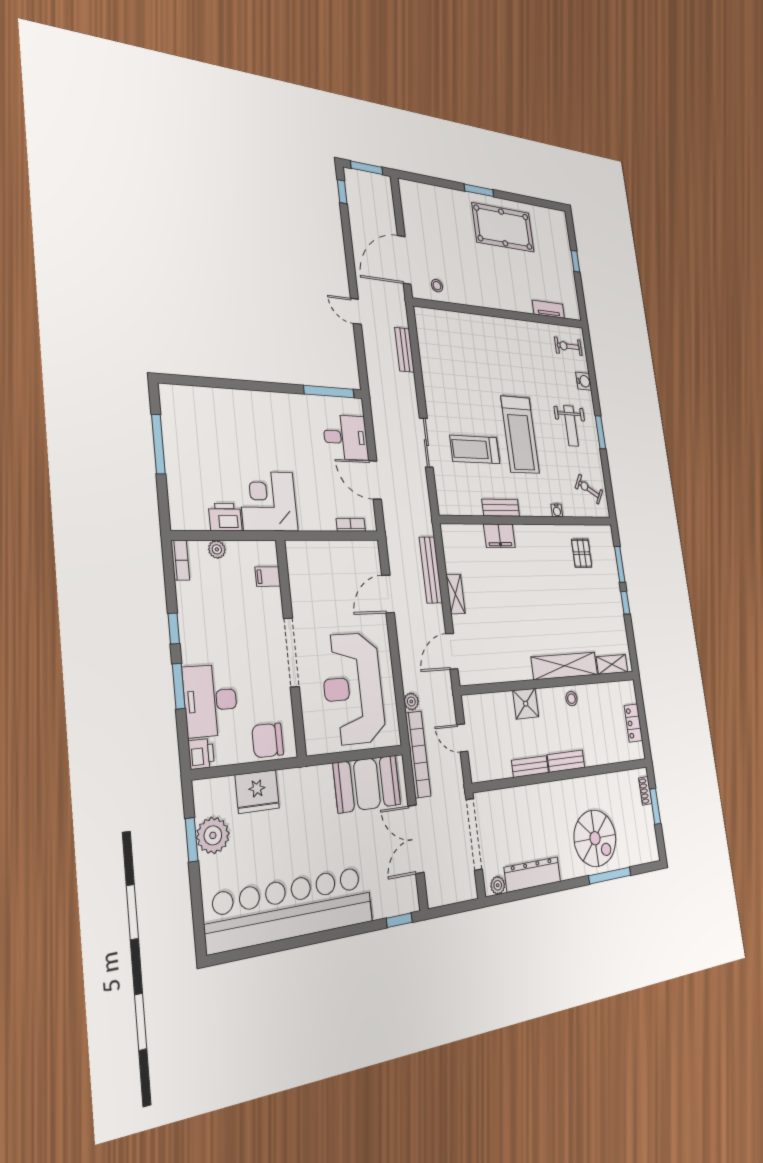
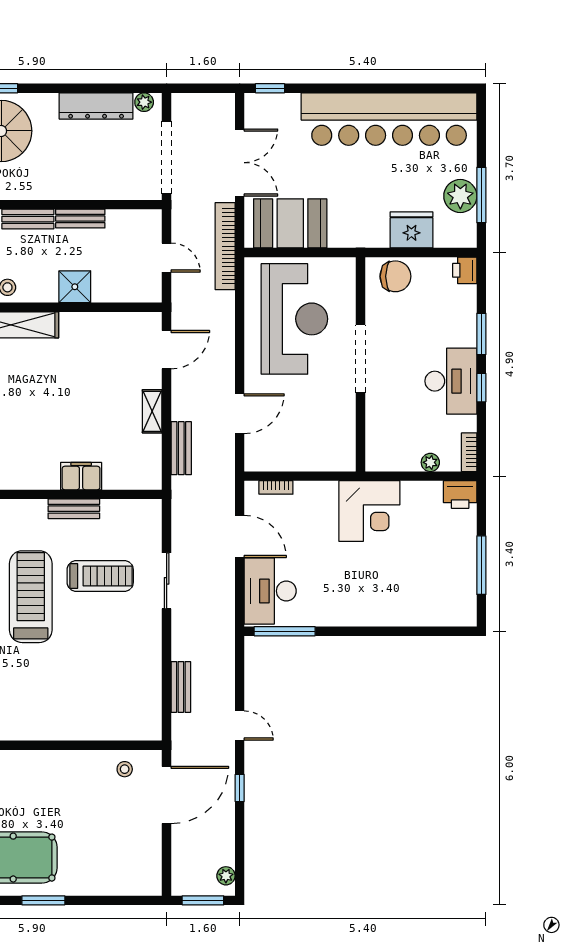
window: (342, 192) -> (240, 788), moved
desk: (346, 437) -> (270, 591), width x1.37
printer: (225, 517) -> (460, 494), moved
bench: (431, 570) -> (181, 448), width x0.73
filing cabinet: (268, 577) -> (378, 435), removed
desk: (211, 700) -> (451, 381), moved
plant: (411, 701) -> (226, 876), moved
window: (192, 840) -> (481, 195), width x1.44

